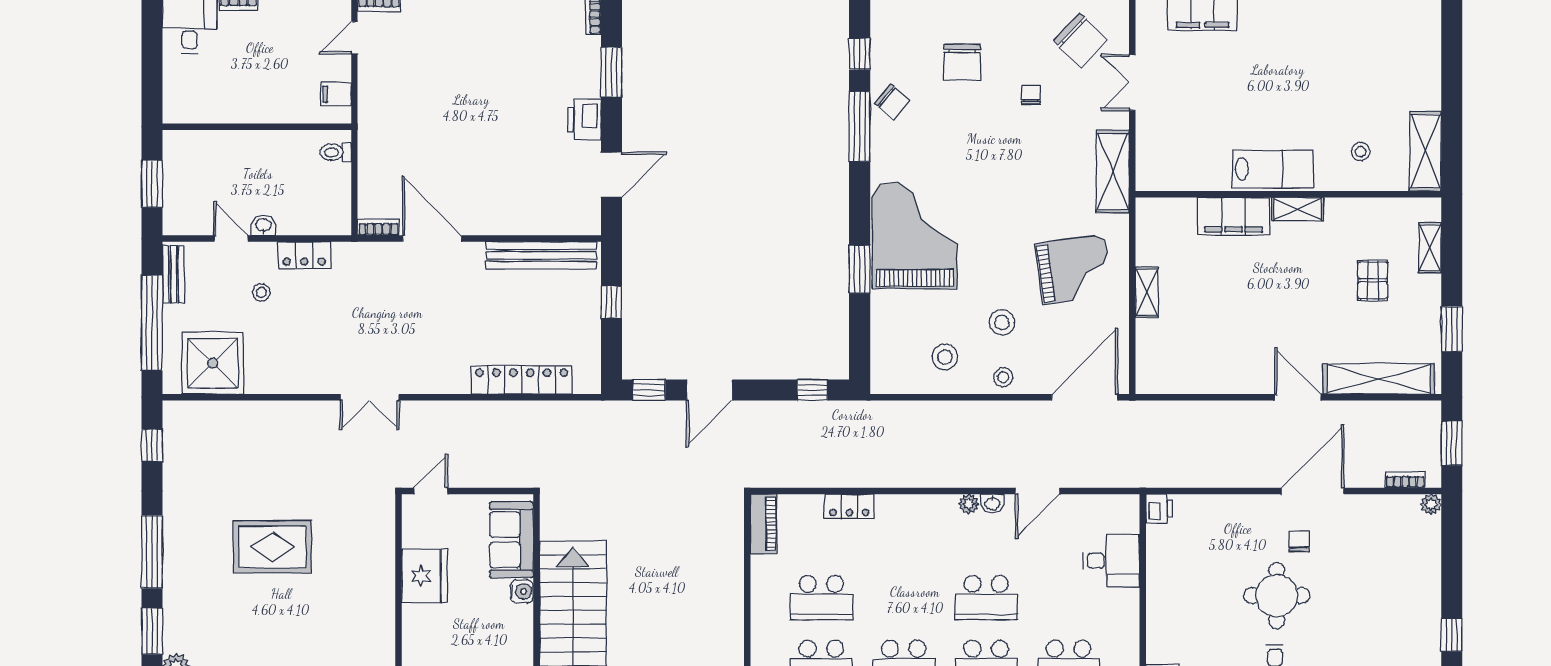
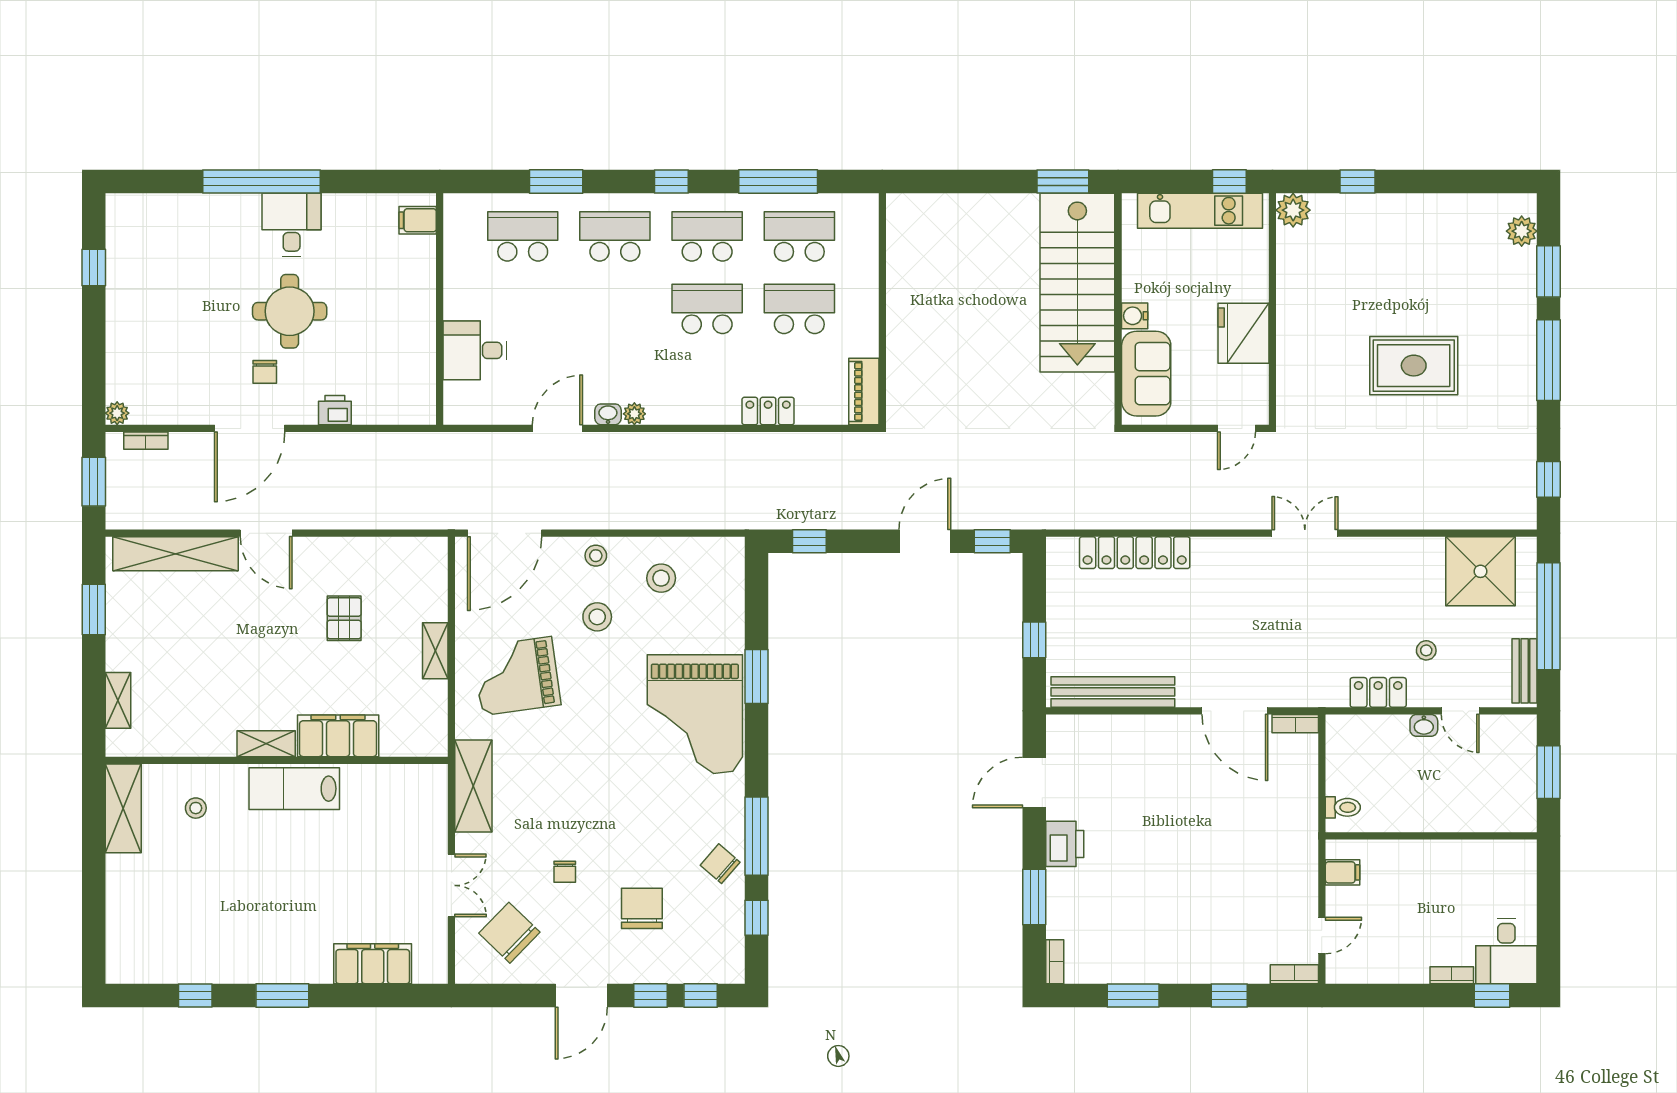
pallet: (1373, 280) -> (344, 618), moved
printer: (1159, 509) -> (335, 410), moved, turned 90
school desk: (986, 598) -> (707, 309), moved

